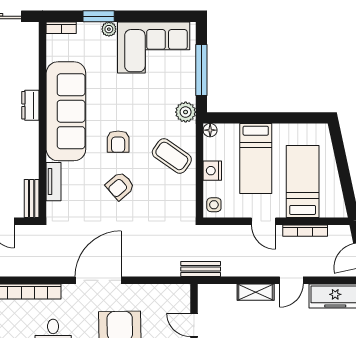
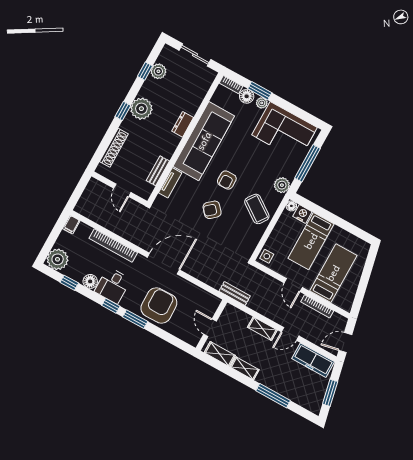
floor lamp: (87, 31) -> (247, 96), added
nightstand: (212, 171) -> (302, 214), moved, turned 90
bench: (32, 198) -> (158, 171), moved

